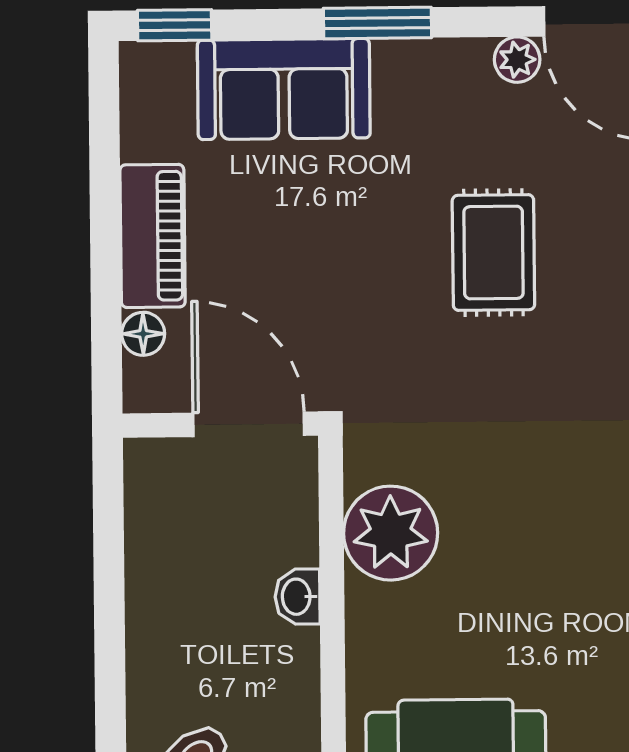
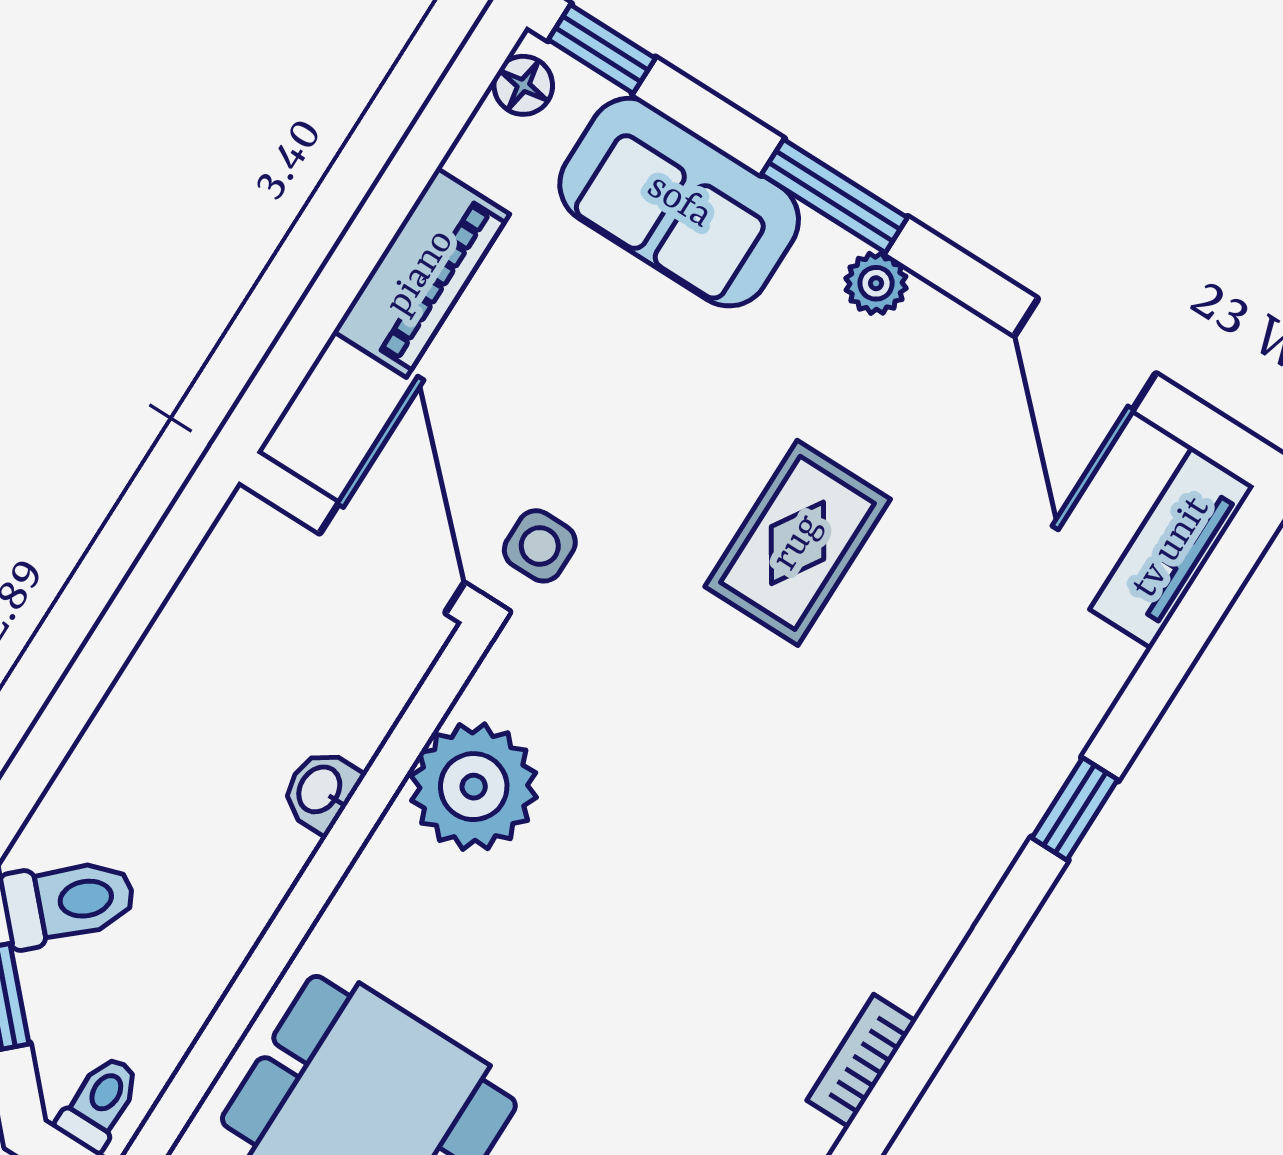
plant: (517, 60) -> (876, 283), moved
floor lamp: (143, 334) -> (523, 85), moved
side table: (335, 358) -> (540, 546), added

